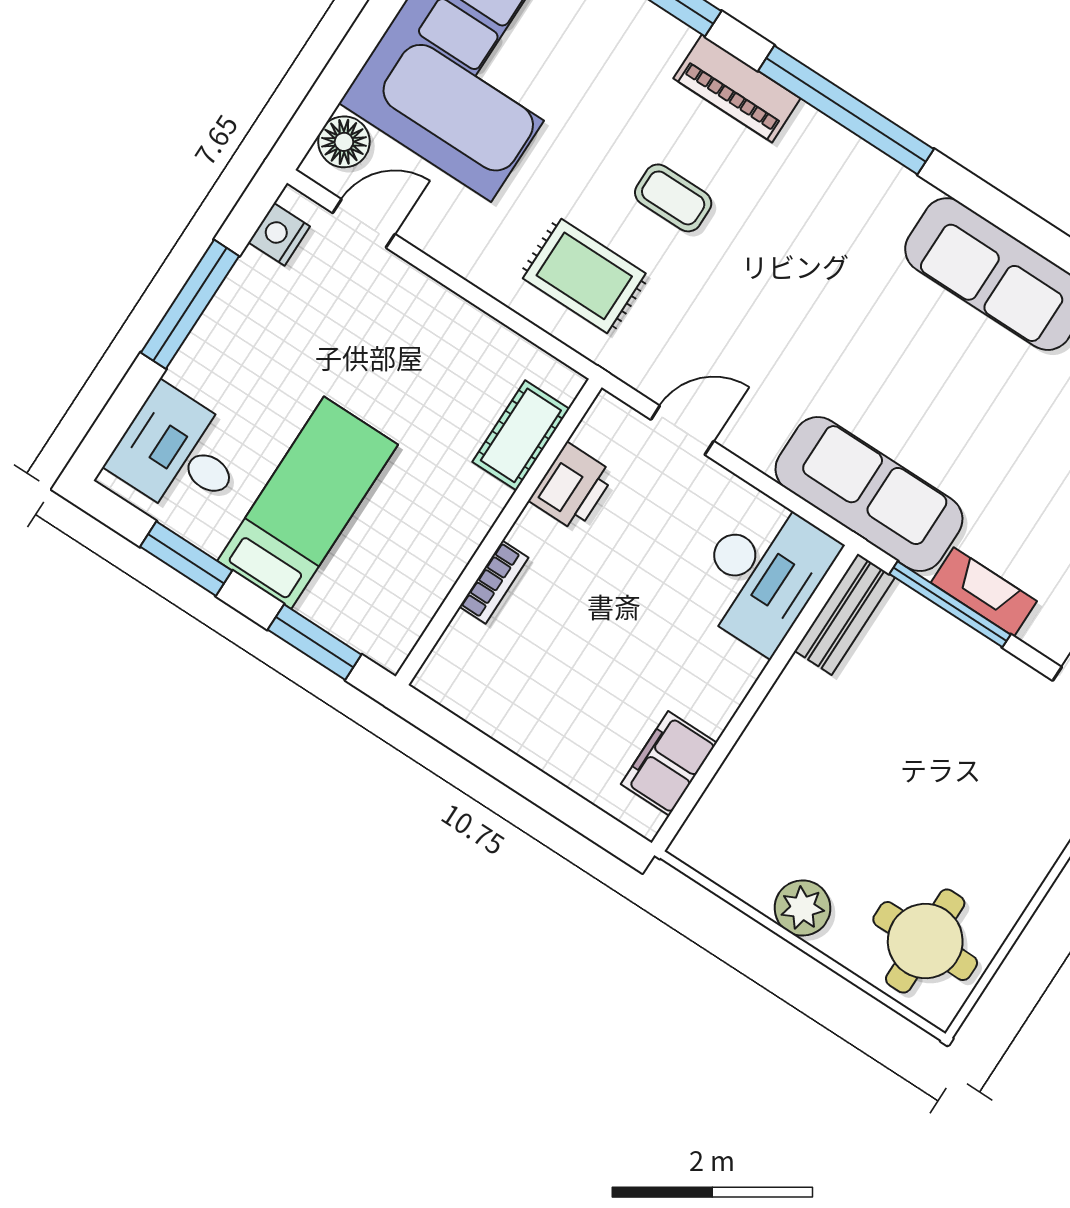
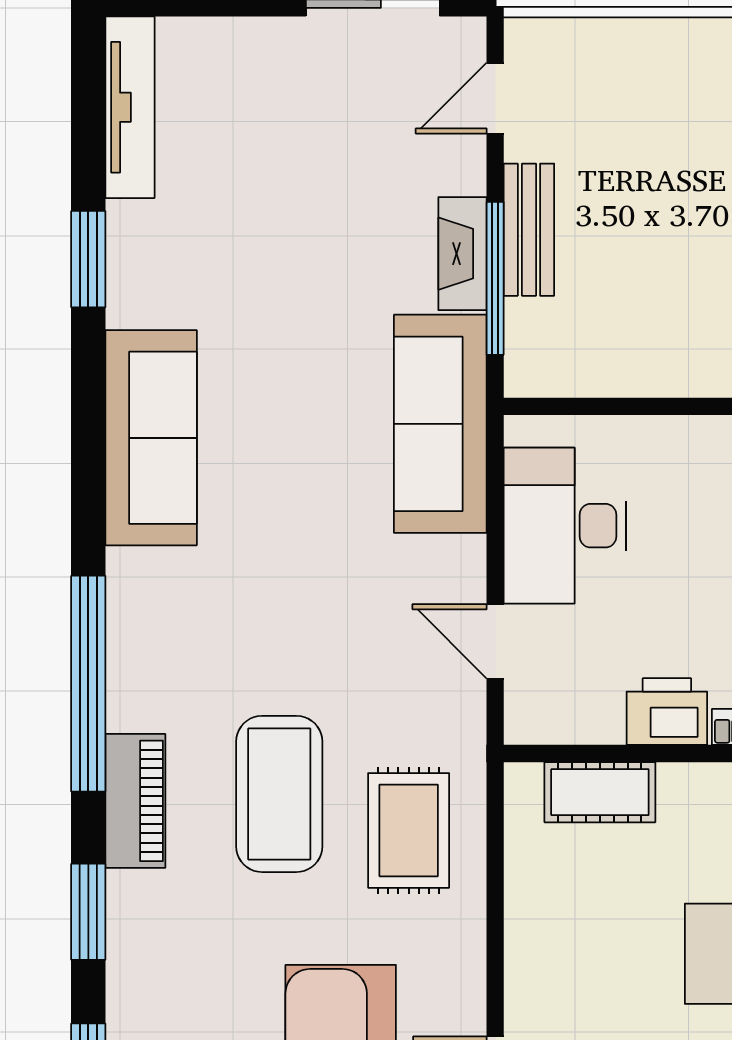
coffee table: (673, 198) -> (279, 794), width x1.86, depth x1.72
printer: (572, 487) -> (667, 712), moved
desk: (763, 573) -> (565, 526), moved, turned -90
bench: (845, 614) -> (529, 230), moved, turned 90

